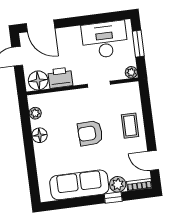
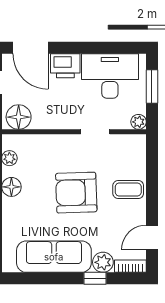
printer: (60, 78) -> (65, 66), moved, turned 180
coffee table: (130, 126) -> (128, 190), turned 90
armchair: (90, 133) -> (76, 193), width x1.36, depth x1.36
door: (153, 160) -> (152, 238), hinge flipped

